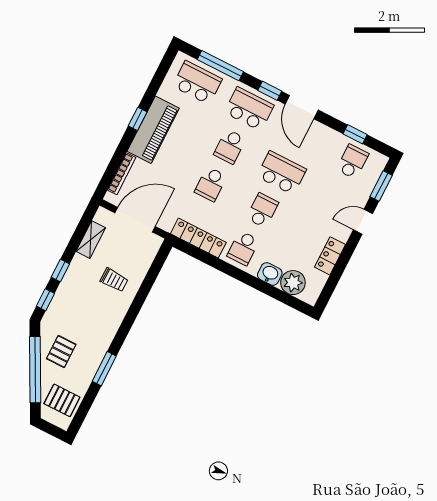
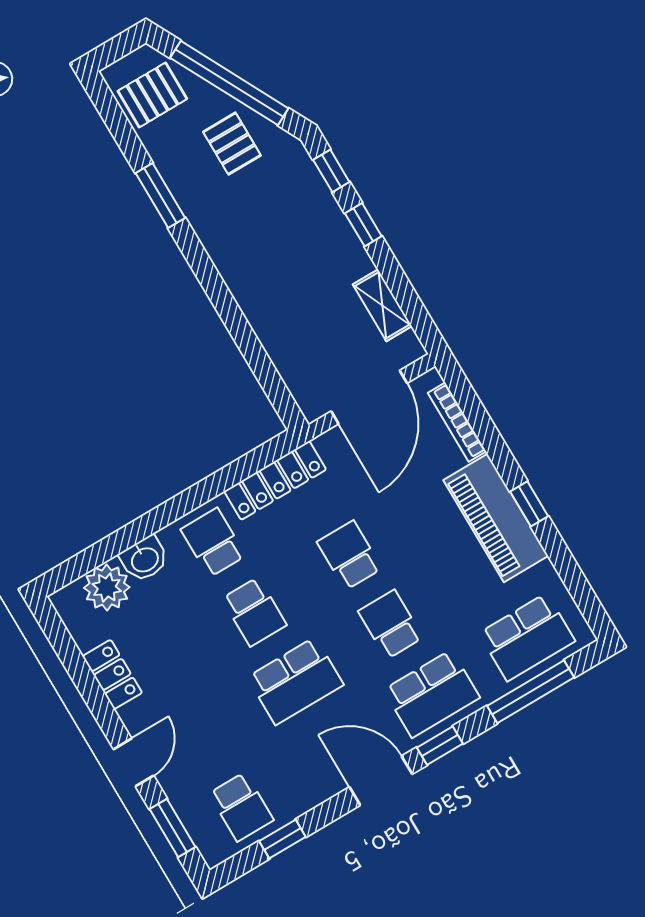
trolley: (114, 280) -> (293, 302), removed

